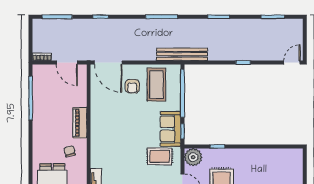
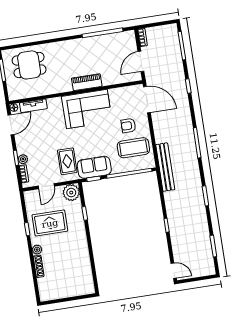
door: (108, 62) -> (147, 100), swing flipped
corner sofa: (108, 127) -> (87, 109), added
chair: (70, 151) -> (59, 77), removed

